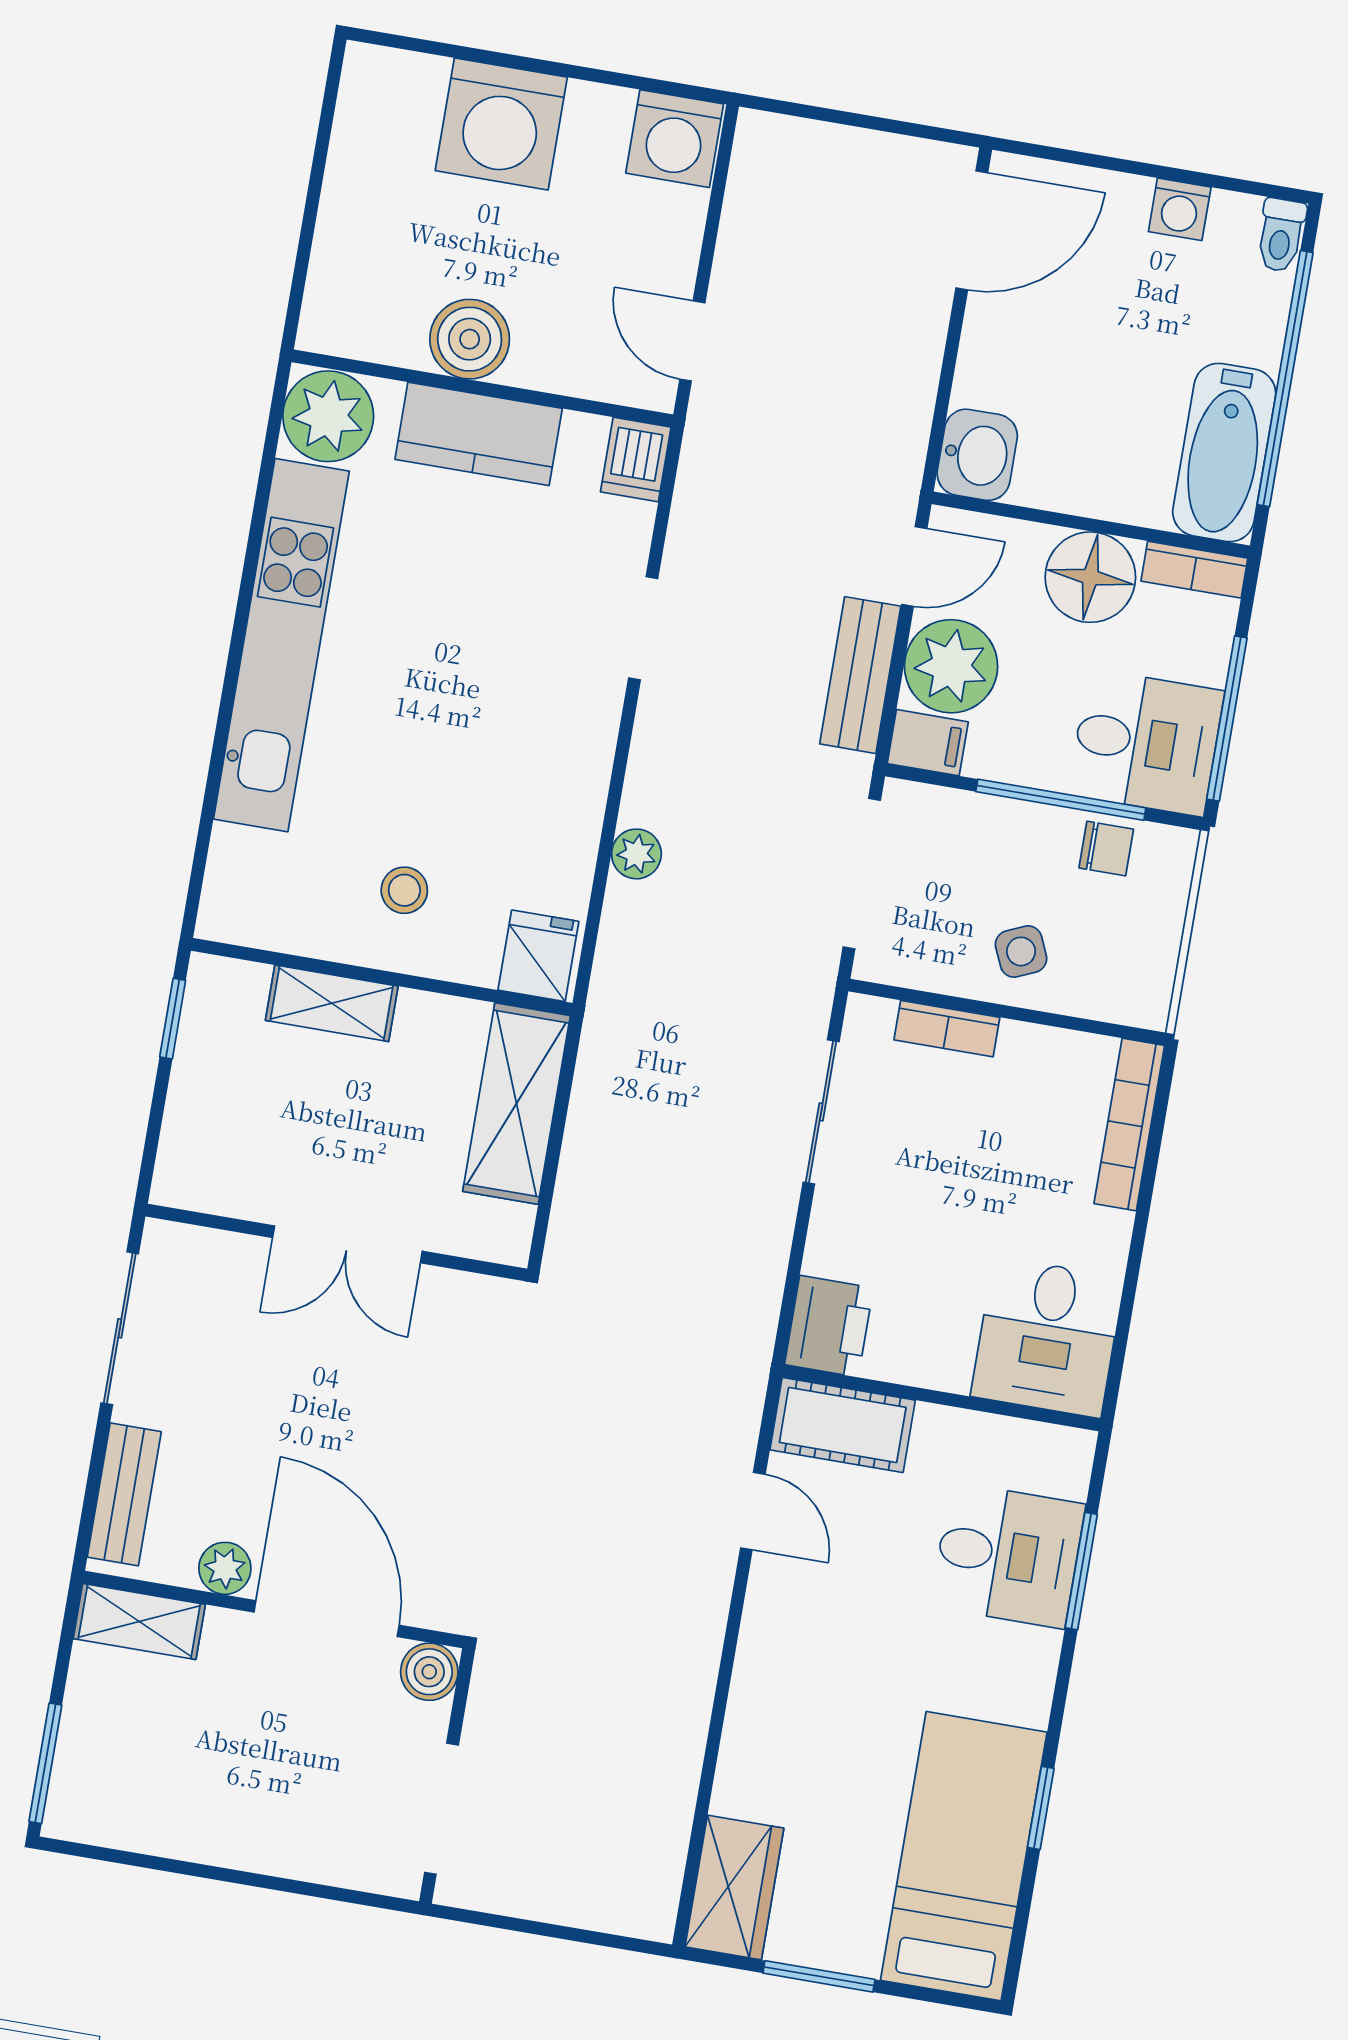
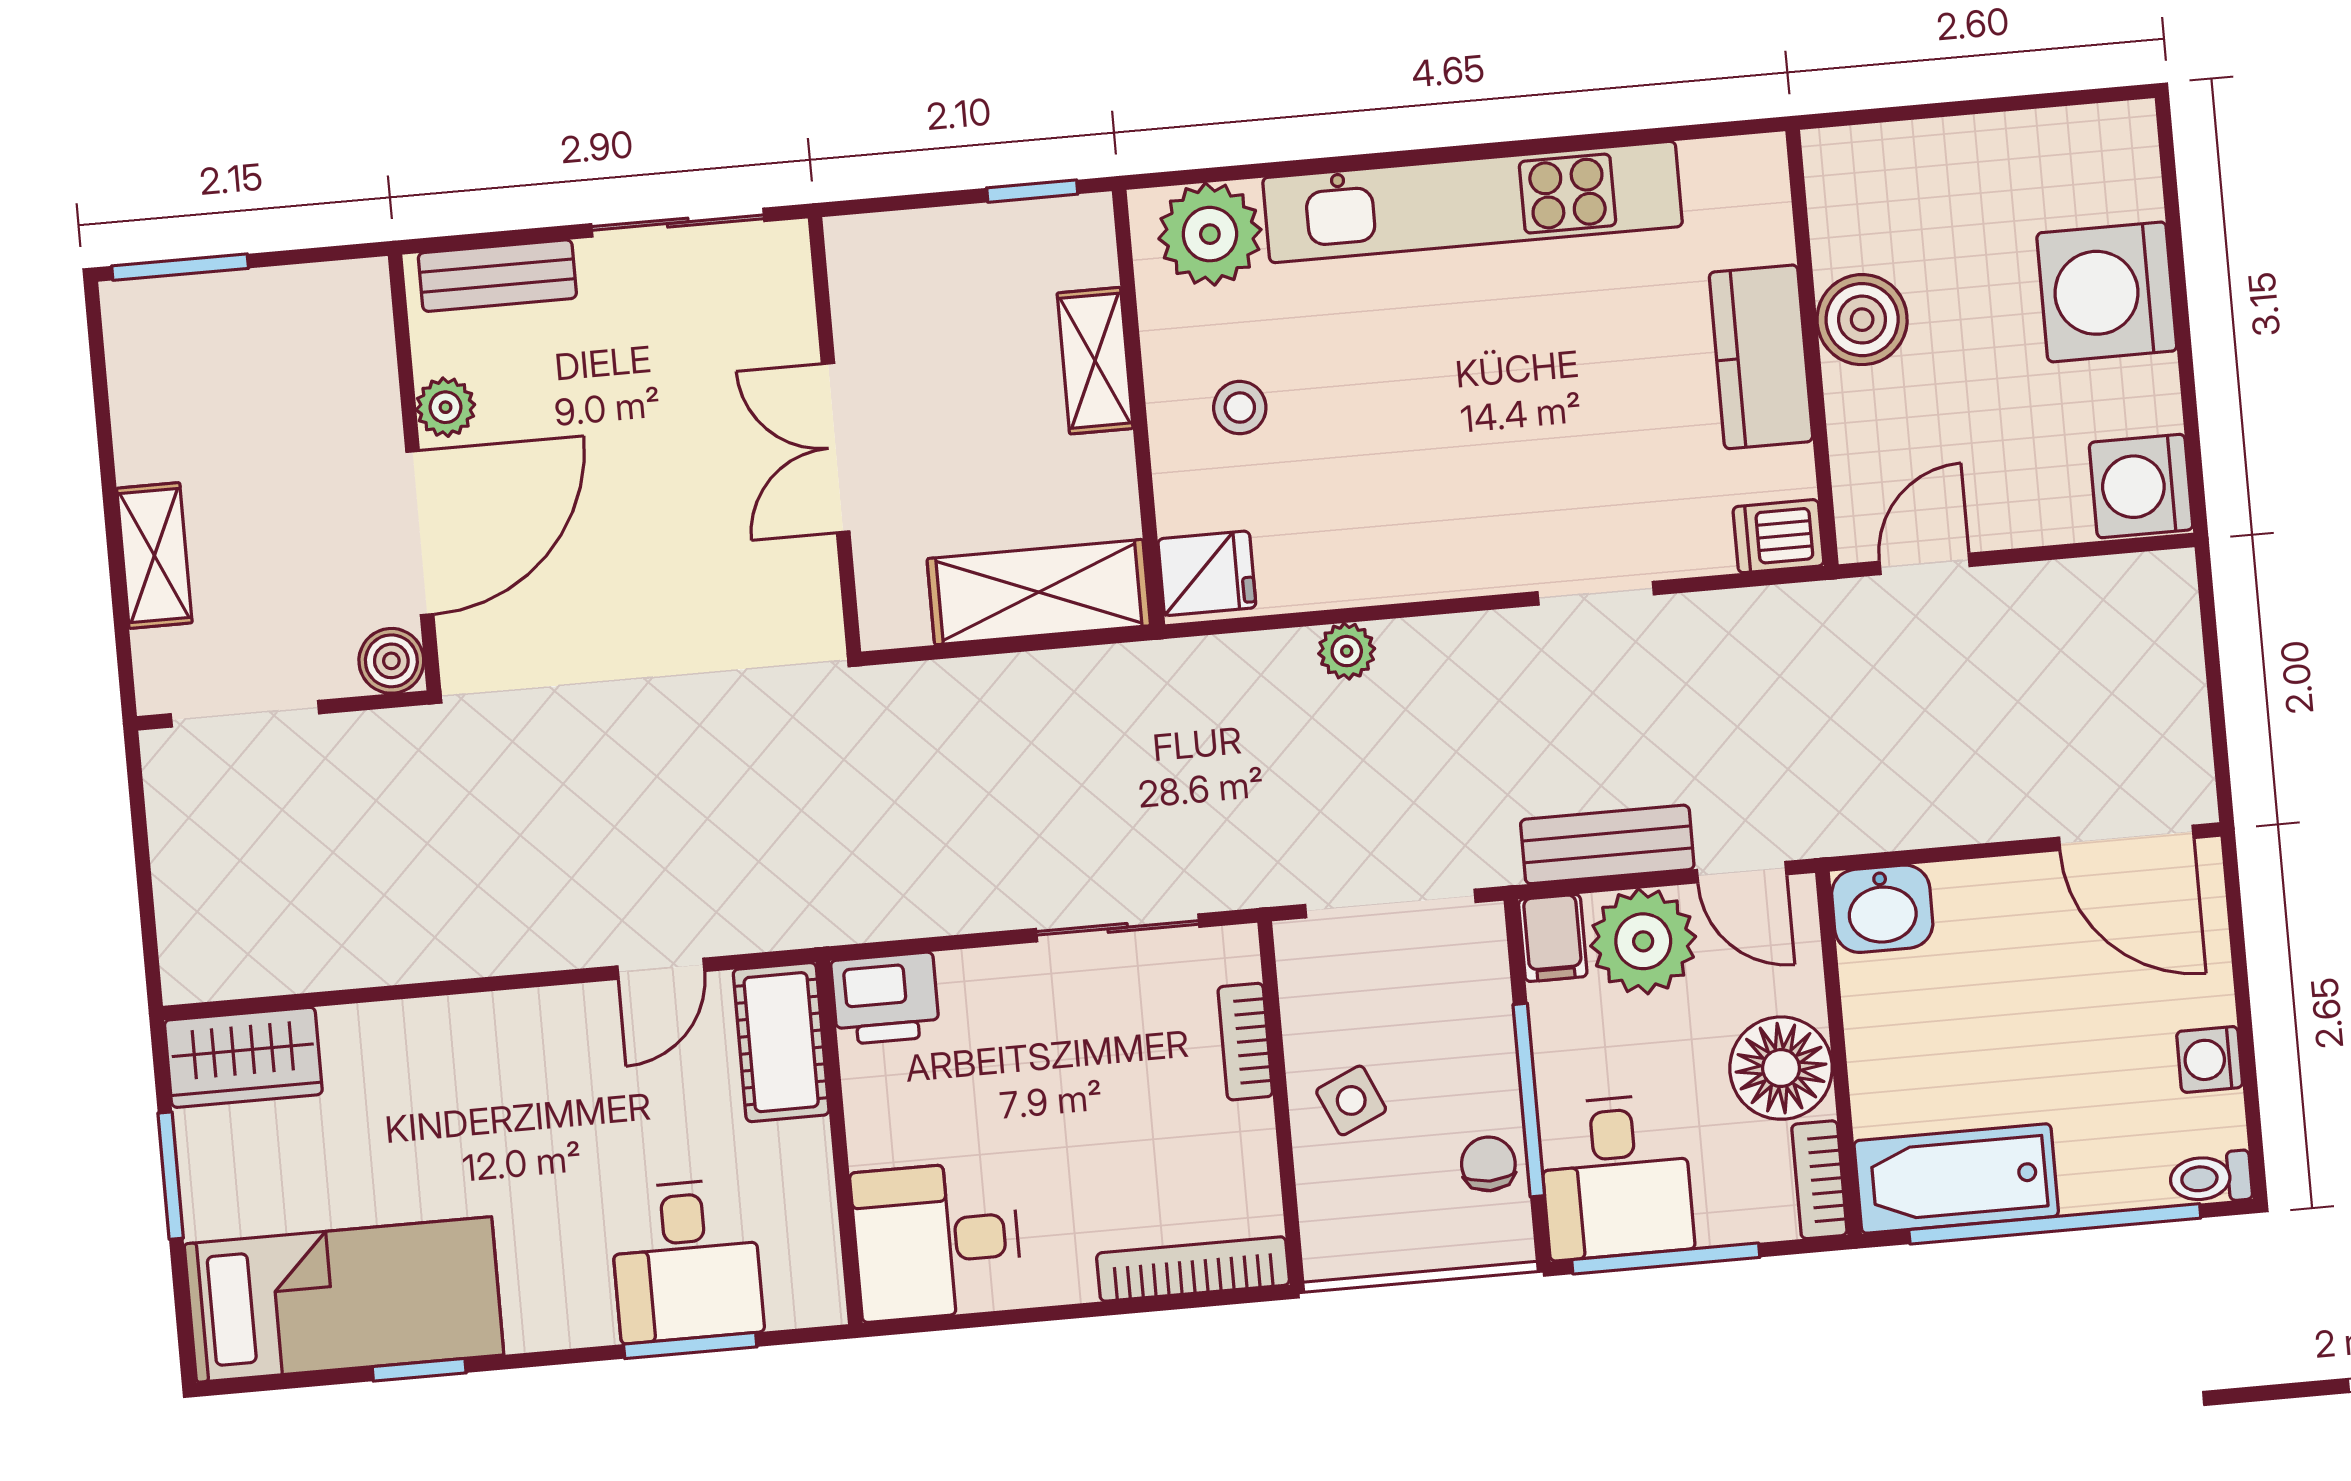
plant: (328, 416) -> (1210, 234), moved
chair: (1106, 849) -> (1488, 1164), turned 180
shelving: (139, 1621) -> (154, 556), moved

